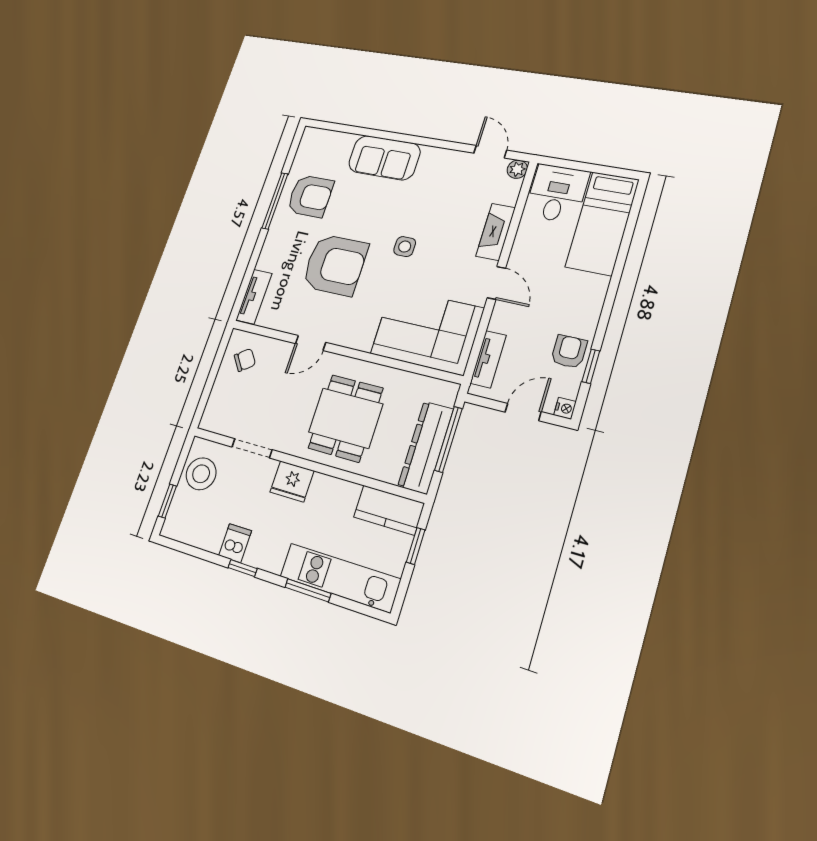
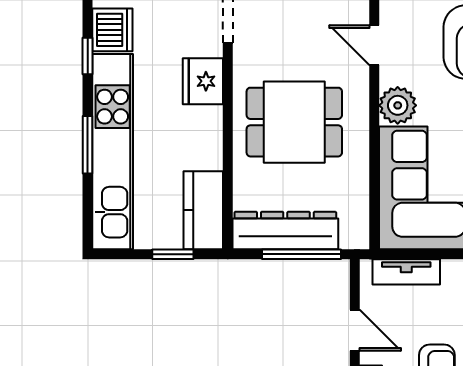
plant: (359, 336) -> (398, 105), added
dishwasher: (235, 543) -> (112, 30), width x1.38
kitchen unit: (340, 578) -> (113, 152), width x1.36

